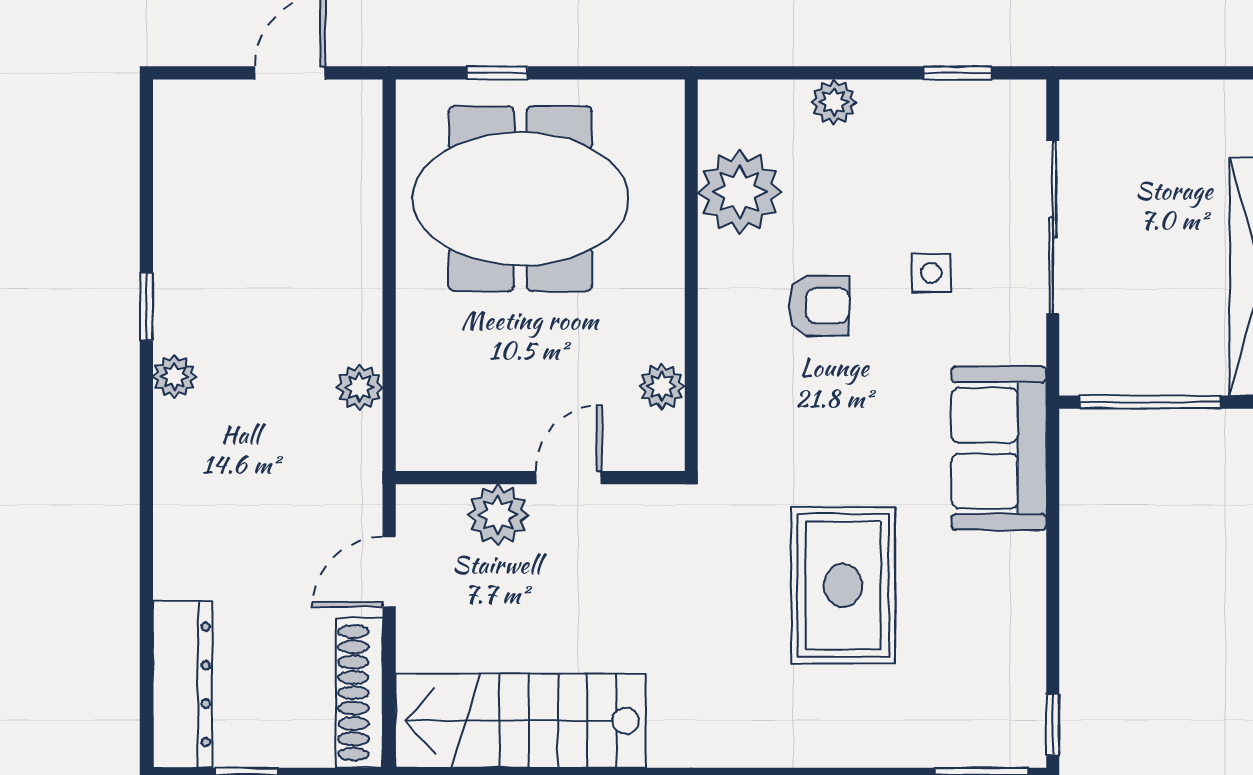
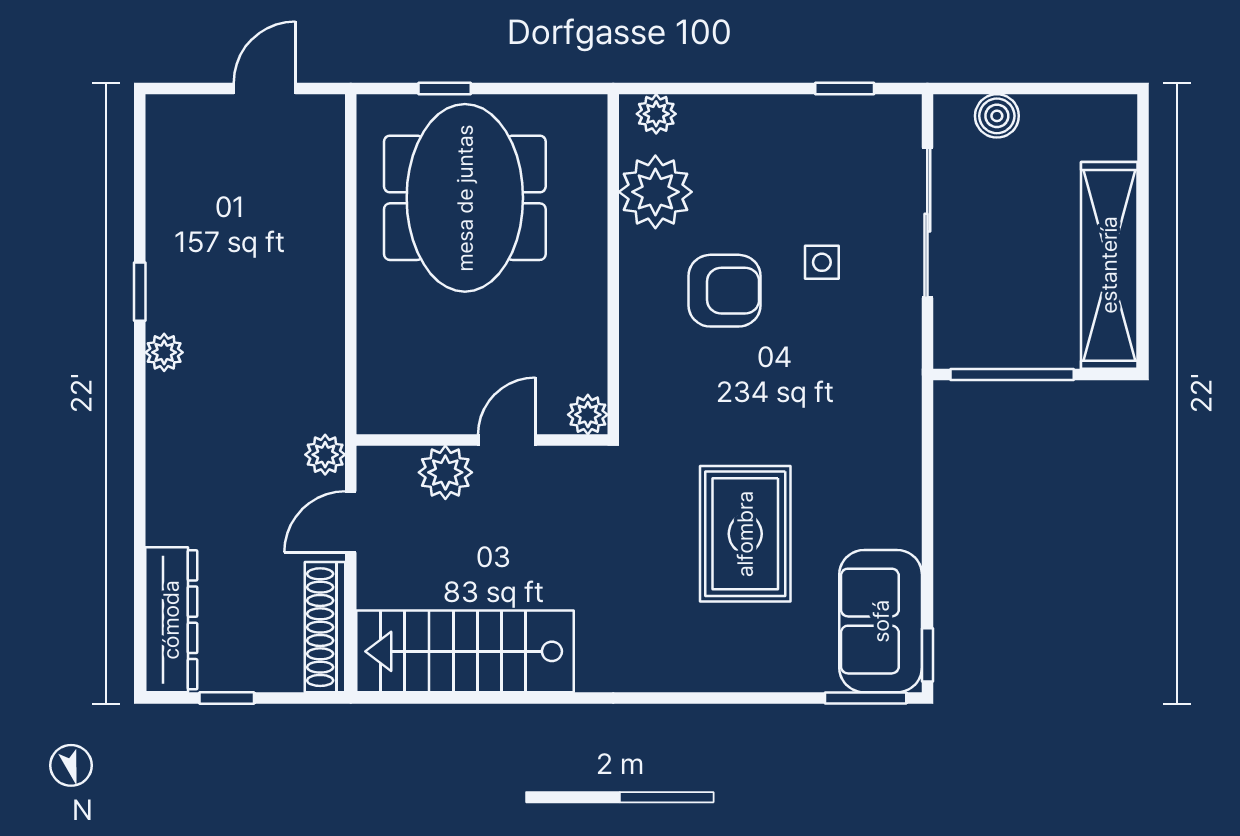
plant: (834, 102) -> (656, 114), moved
boiler: (1133, 104) -> (997, 116), added
meeting table: (520, 199) -> (465, 198), turned 90
armchair: (819, 306) -> (724, 291), width x1.38, depth x1.38
plant: (662, 386) -> (588, 415), moved
plant: (360, 387) -> (325, 455), moved
sofa: (999, 448) -> (881, 621), moved

